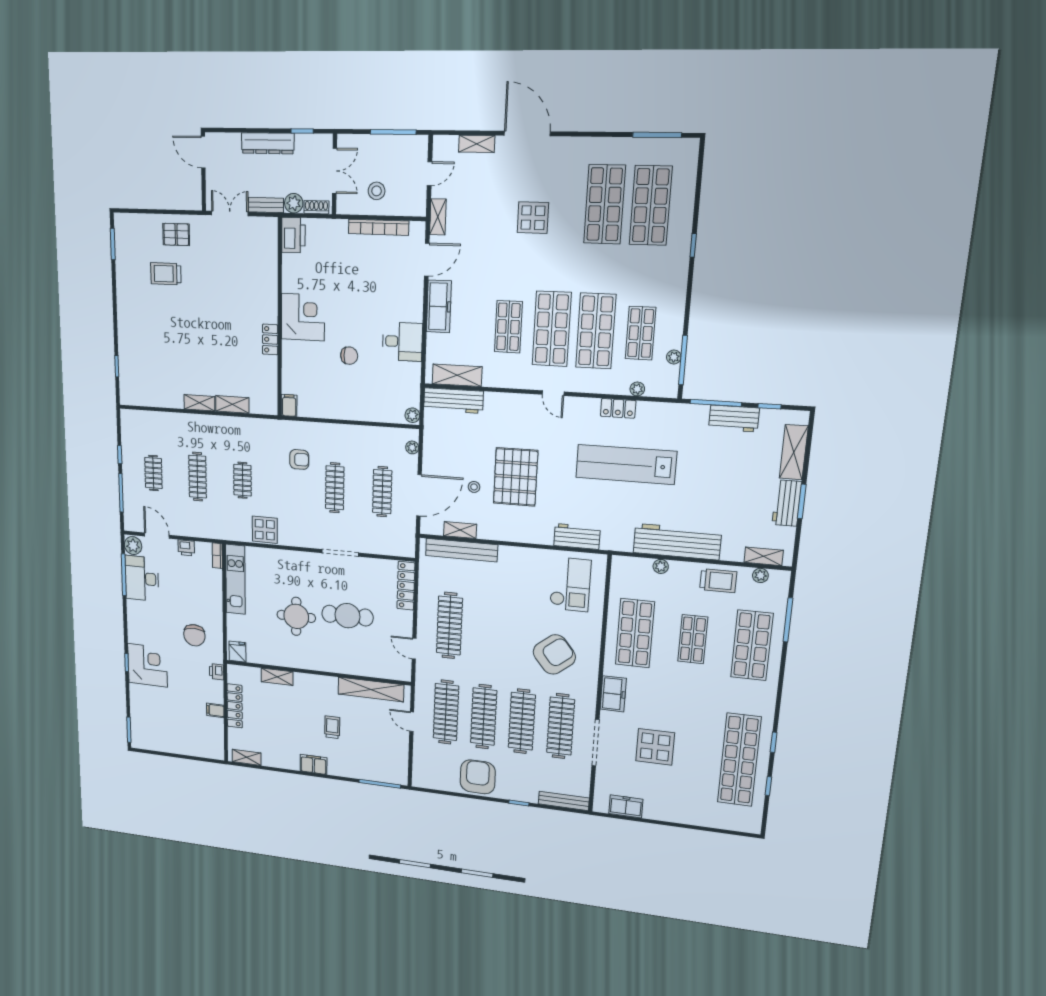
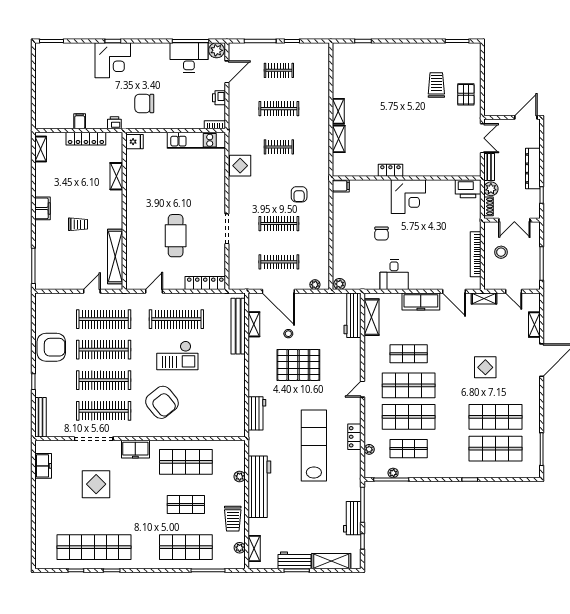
checkout: (570, 584) -> (177, 356), moved
round table: (296, 616) -> (170, 193), removed

